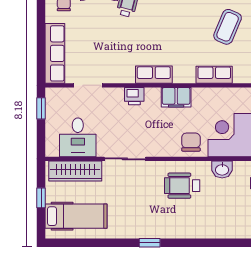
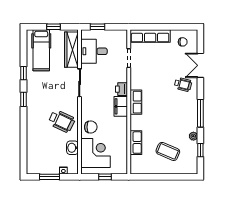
filing cabinet: (176, 97) -> (121, 106), moved
window: (41, 108) -> (98, 27), moved
wheelchair: (182, 186) -> (62, 121), turned 115
window: (110, 243) -> (23, 73), added

